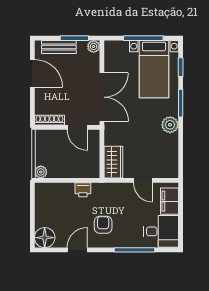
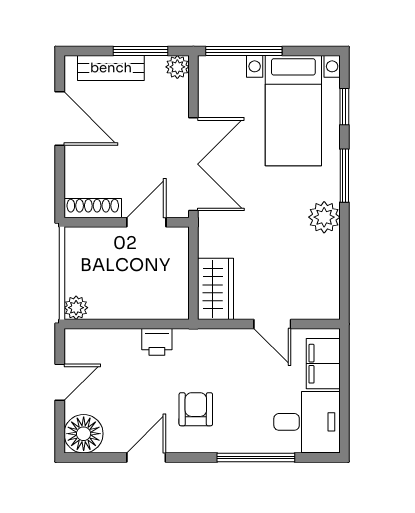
window: (143, 38) -> (244, 51), moved
door: (77, 127) -> (146, 222), swing flipped
door: (32, 211) -> (60, 382), added

